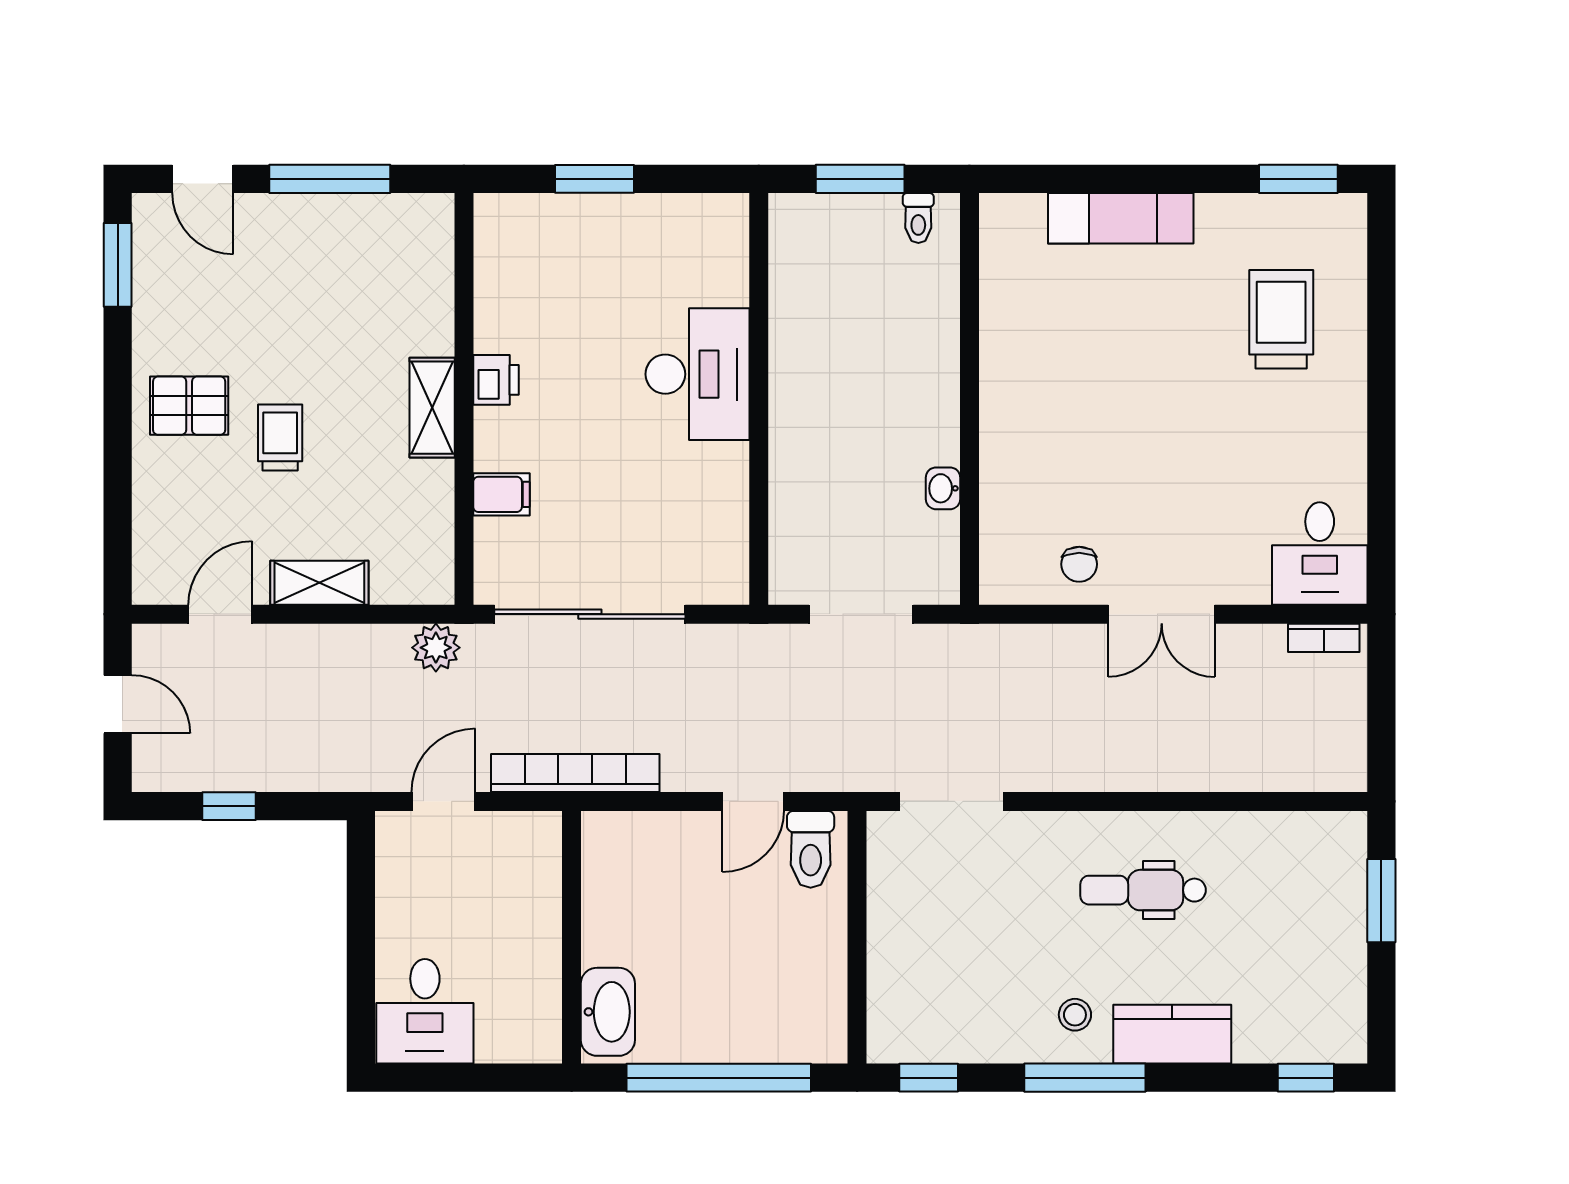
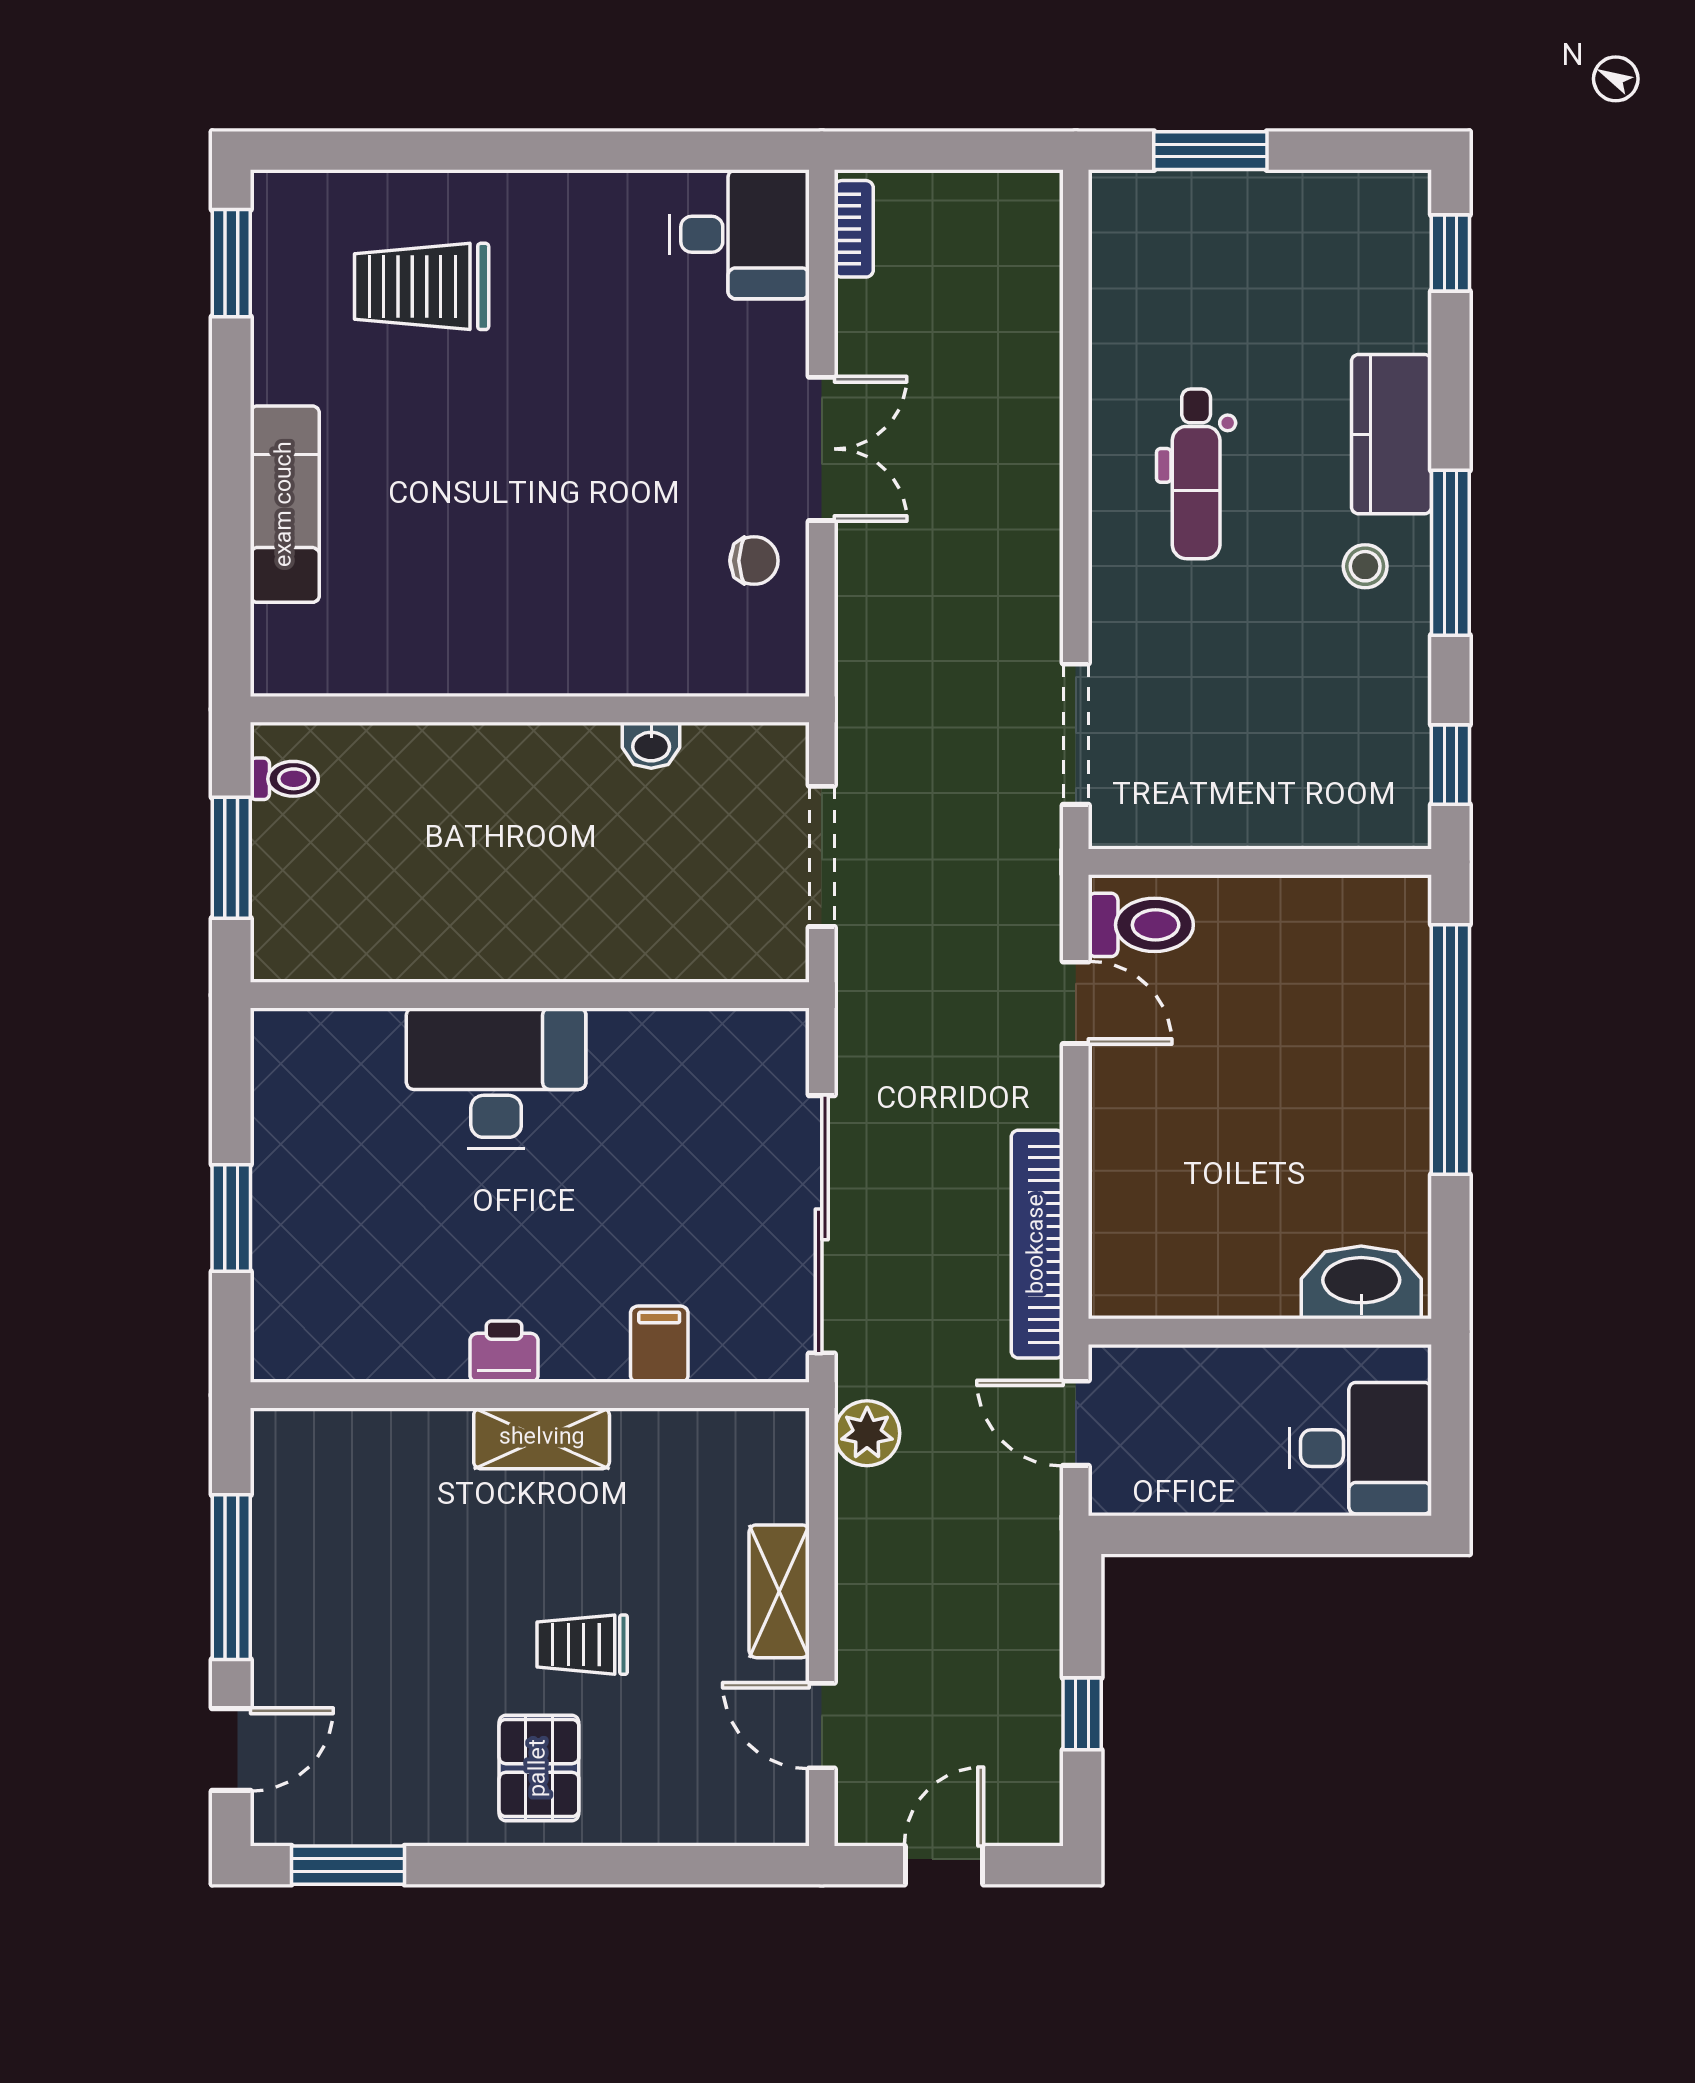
wall: (572, 937) -> (1260, 1332), moved
washbasin: (608, 1012) -> (1361, 1282), moved

